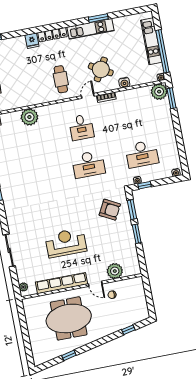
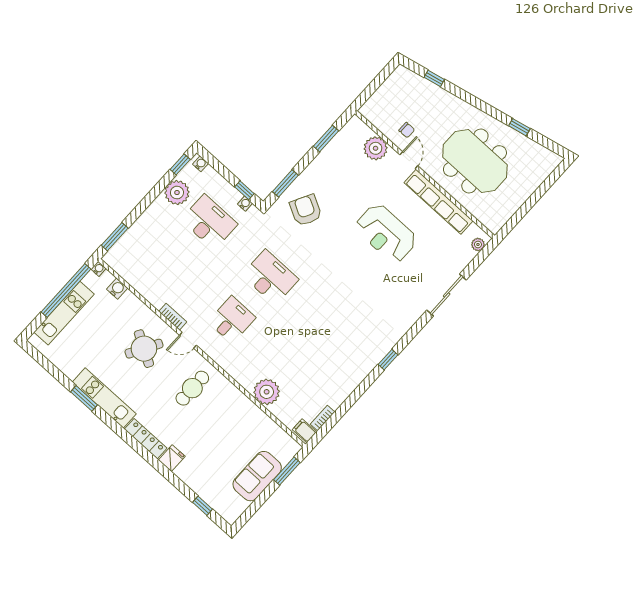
water cooler: (124, 83) -> (117, 289), moved
plant: (159, 92) -> (177, 193), moved
window: (184, 162) -> (180, 164), added
window: (137, 234) -> (326, 139), moved

